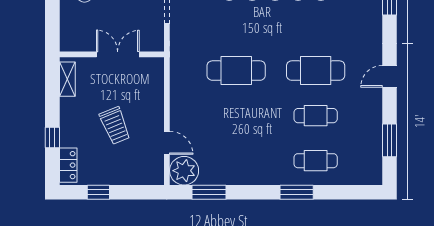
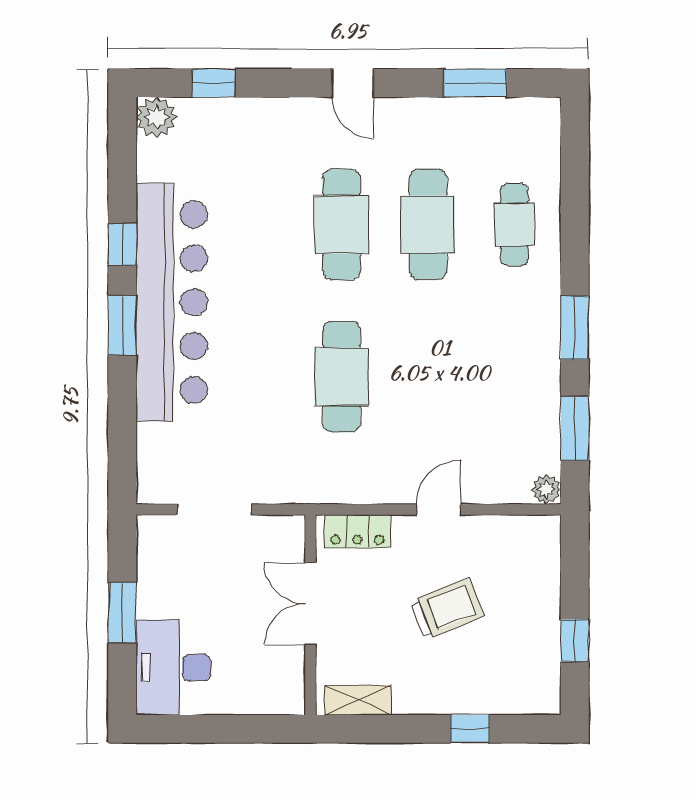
cafe table: (316, 116) -> (428, 224), width x1.37, depth x1.35
door: (167, 143) -> (438, 510), moved
locker: (68, 165) -> (357, 531), moved, turned 180
plant: (184, 171) -> (546, 489), width x0.53, depth x0.53
window: (297, 192) -> (575, 328), moved

